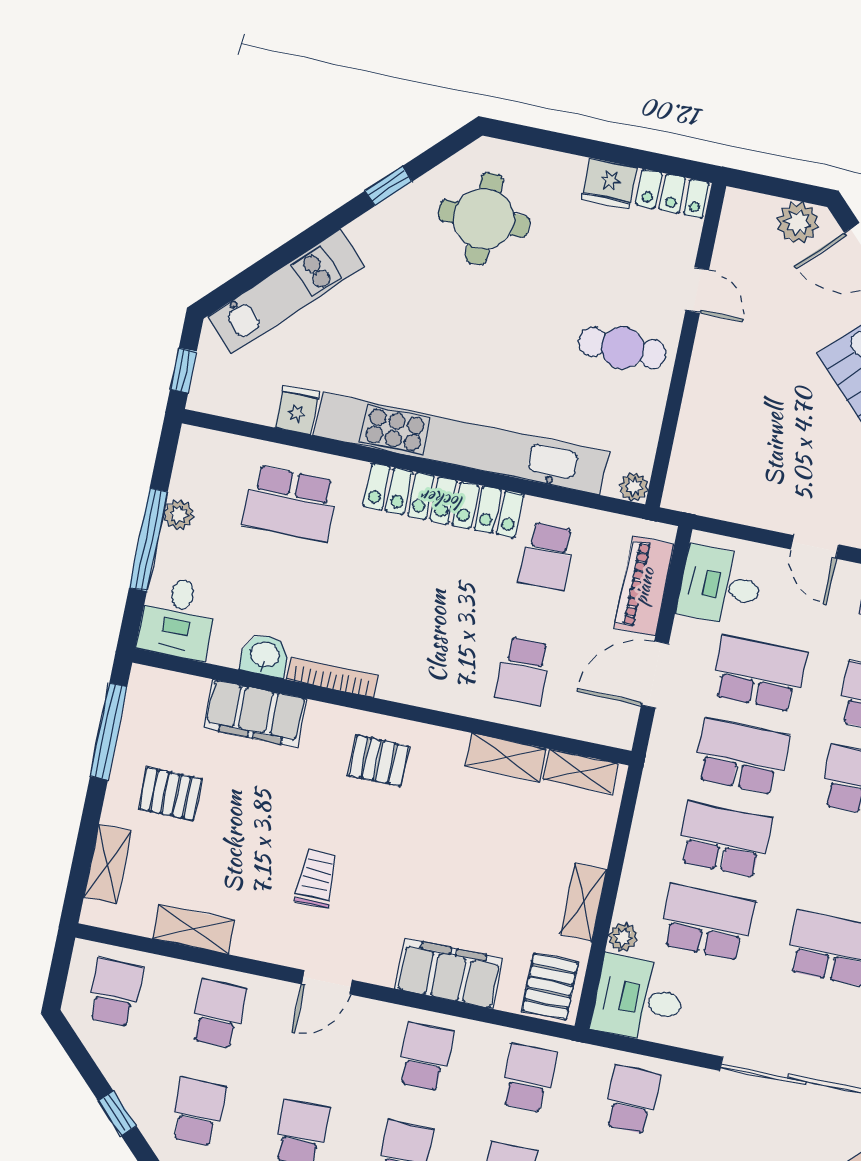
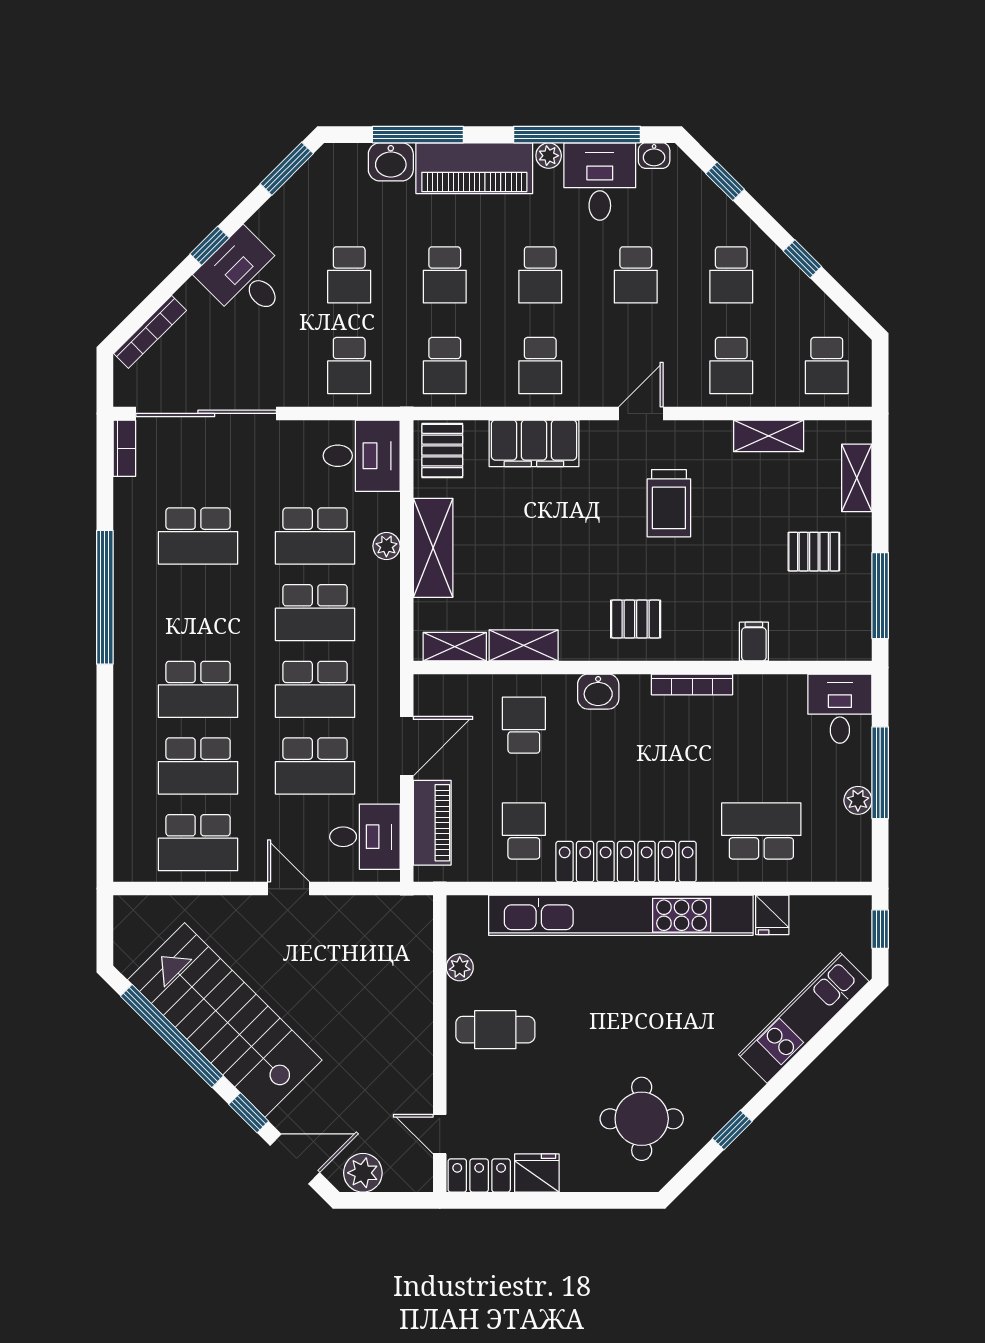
door: (697, 290) -> (440, 1134), moved
plant: (634, 487) -> (460, 967), moved
washbasin: (265, 655) -> (598, 692), moved
filing cabinet: (255, 713) -> (754, 642), width x0.33, depth x0.86
trolley: (317, 879) -> (669, 503), width x1.36, depth x1.39
shelving: (584, 902) -> (433, 548), width x1.50, depth x1.33
plant: (623, 937) -> (386, 546), moved

